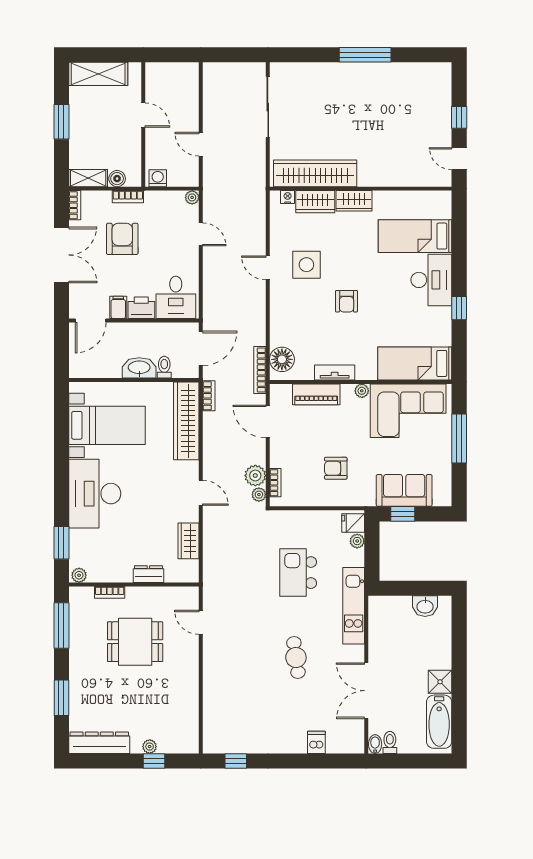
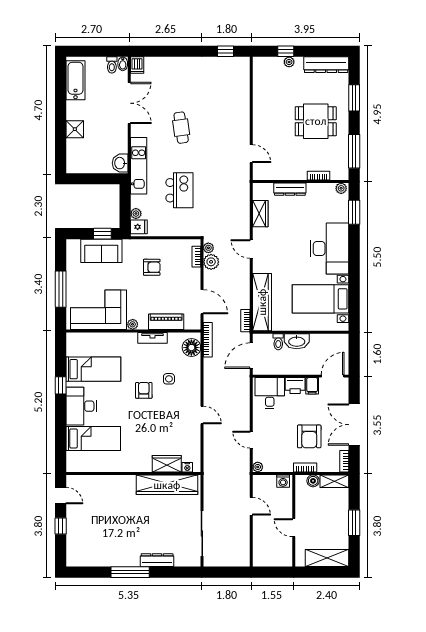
dresser: (329, 71) -> (157, 560), added
wardrobe: (354, 201) -> (138, 464), removed
side table: (306, 265) -> (169, 379), moved, width x0.54, depth x0.54
bed: (415, 363) -> (93, 369), moved
dresser: (148, 574) -> (290, 189), width x1.44
washbasin: (425, 606) -> (120, 163), moved, turned -90
dining table: (135, 642) -> (316, 121), moved
shower: (440, 682) -> (75, 129), moved
dishwasher: (316, 742) -> (137, 65), moved

